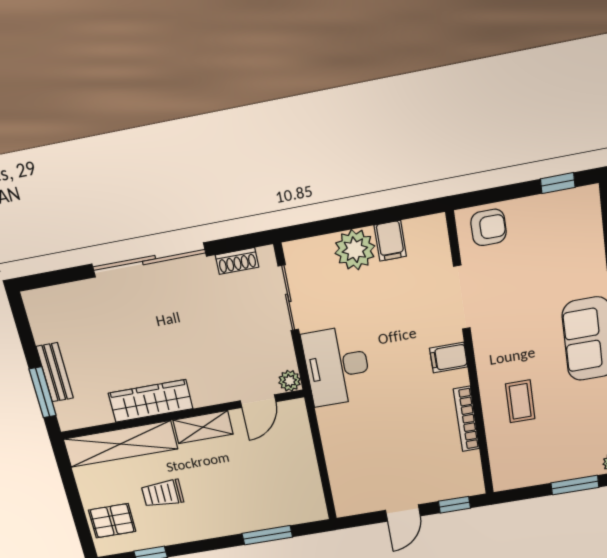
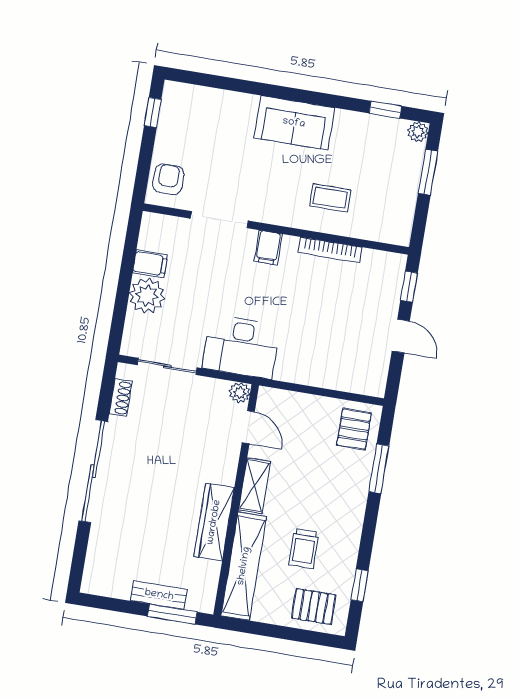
pallet: (296, 501) -> (354, 429), added
pallet: (112, 521) -> (314, 606), turned 90

